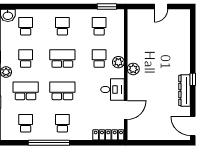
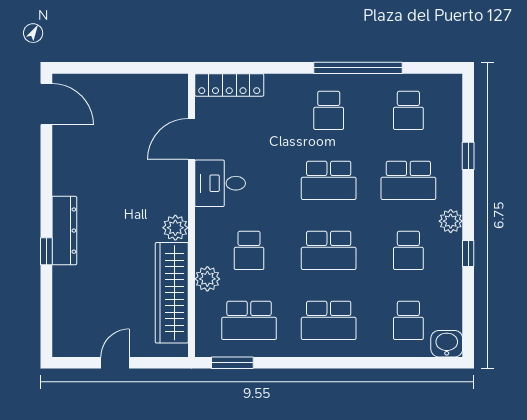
school desk: (62, 26) -> (329, 320), width x1.85
school desk: (99, 26) -> (249, 320), width x1.85
wardrobe: (135, 39) -> (172, 293), added
plant: (118, 62) -> (207, 279), moved
window: (193, 79) -> (46, 251), moved
dresser: (184, 90) -> (64, 231), moved

